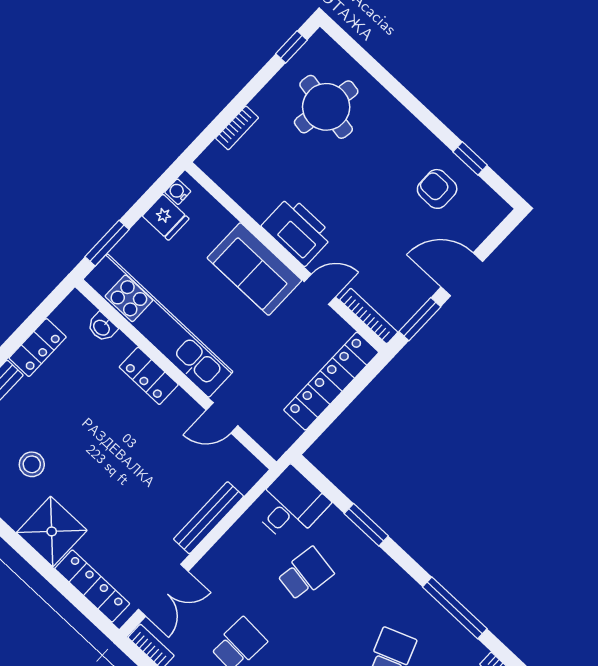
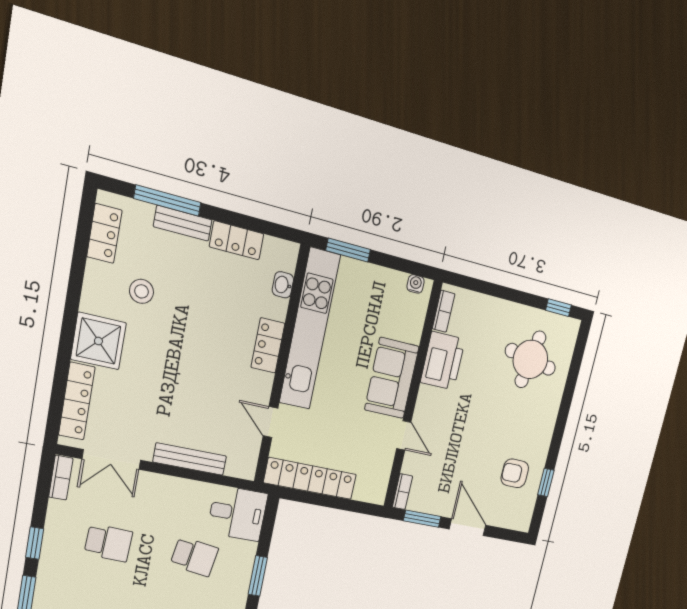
bookcase: (237, 128) -> (444, 311), moved, turned -90
armchair: (437, 189) -> (515, 473), turned -90
fridge: (166, 217) -> (392, 286), removed
printer: (297, 231) -> (443, 361), moved
bookcase: (369, 316) -> (402, 492), width x0.64
locker: (331, 381) -> (310, 479), moved

